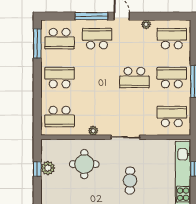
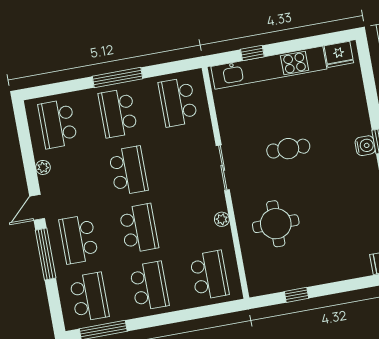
school desk: (60, 78) -> (149, 286), turned 180
school desk: (97, 78) -> (139, 228), added
plant: (48, 168) -> (292, 279), removed

